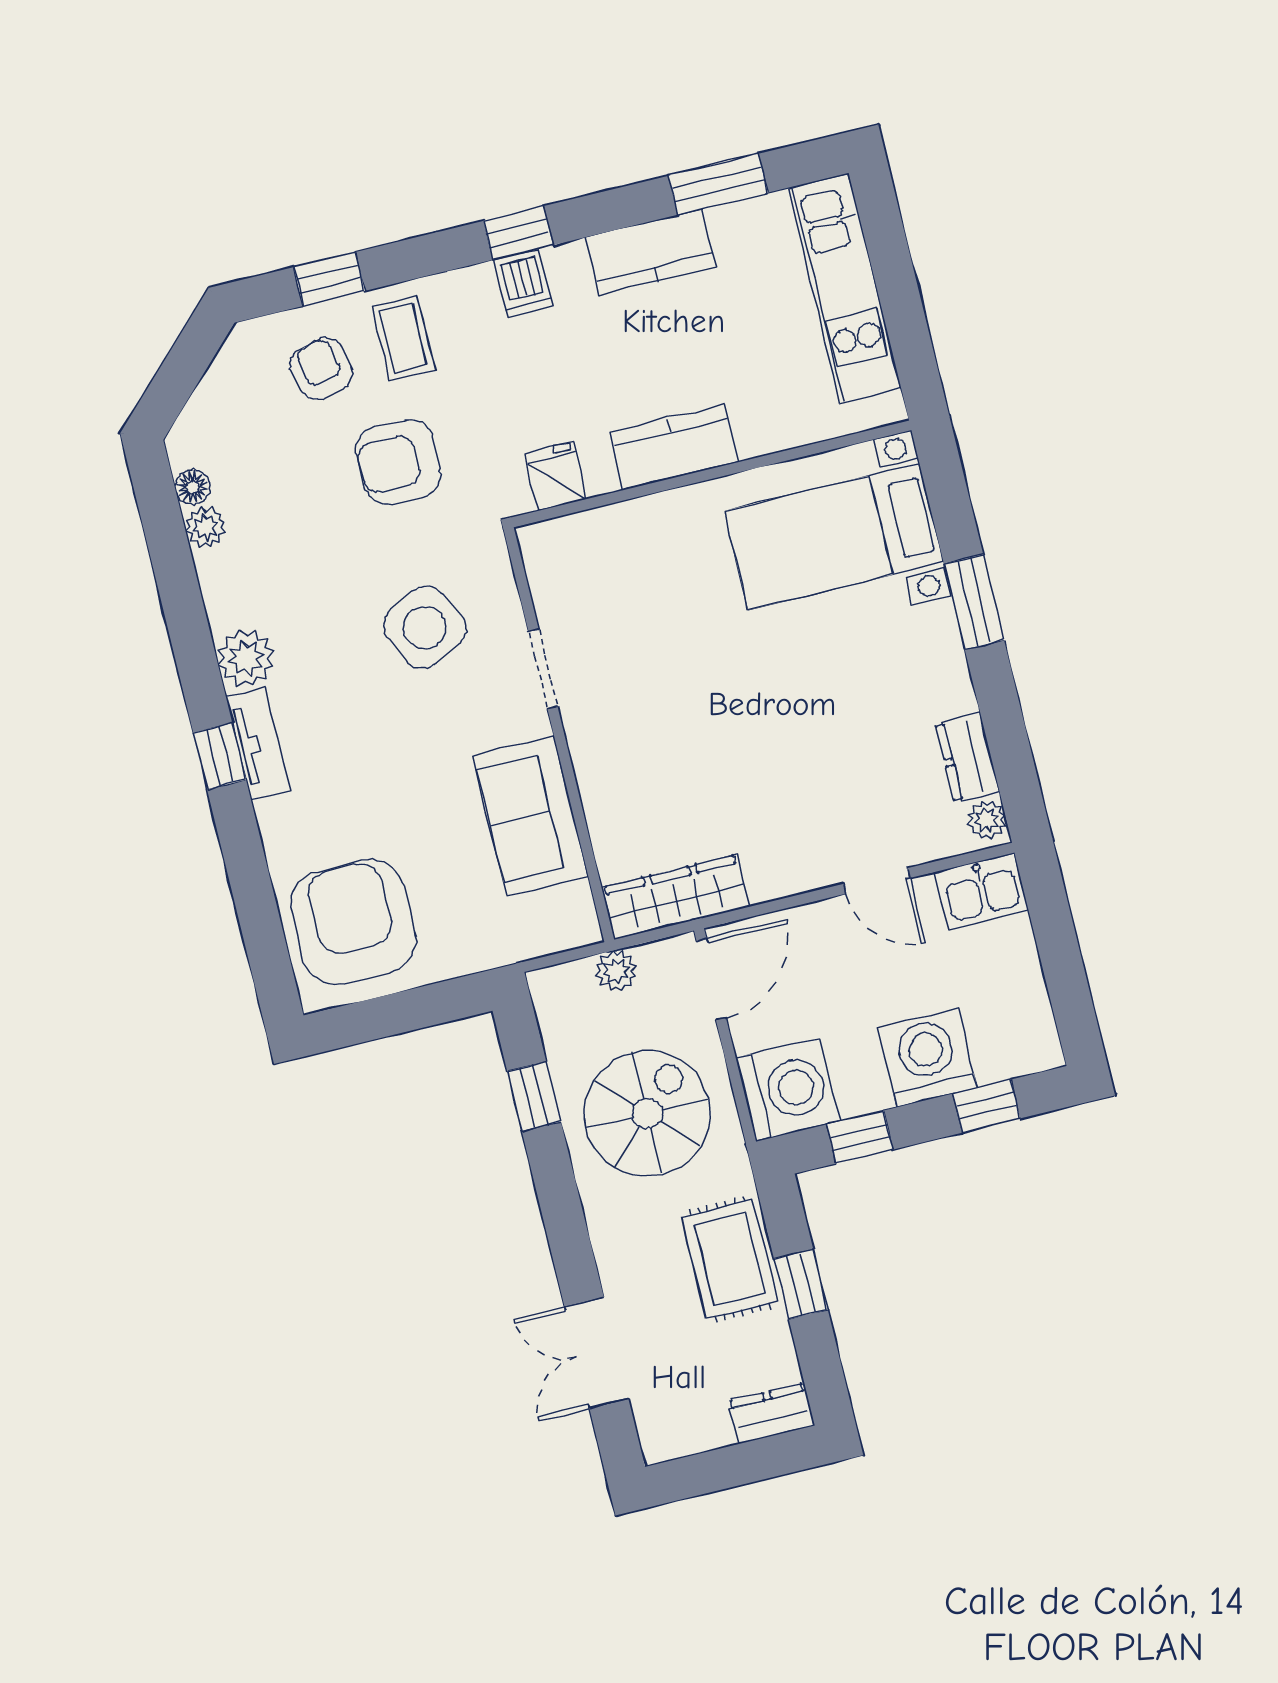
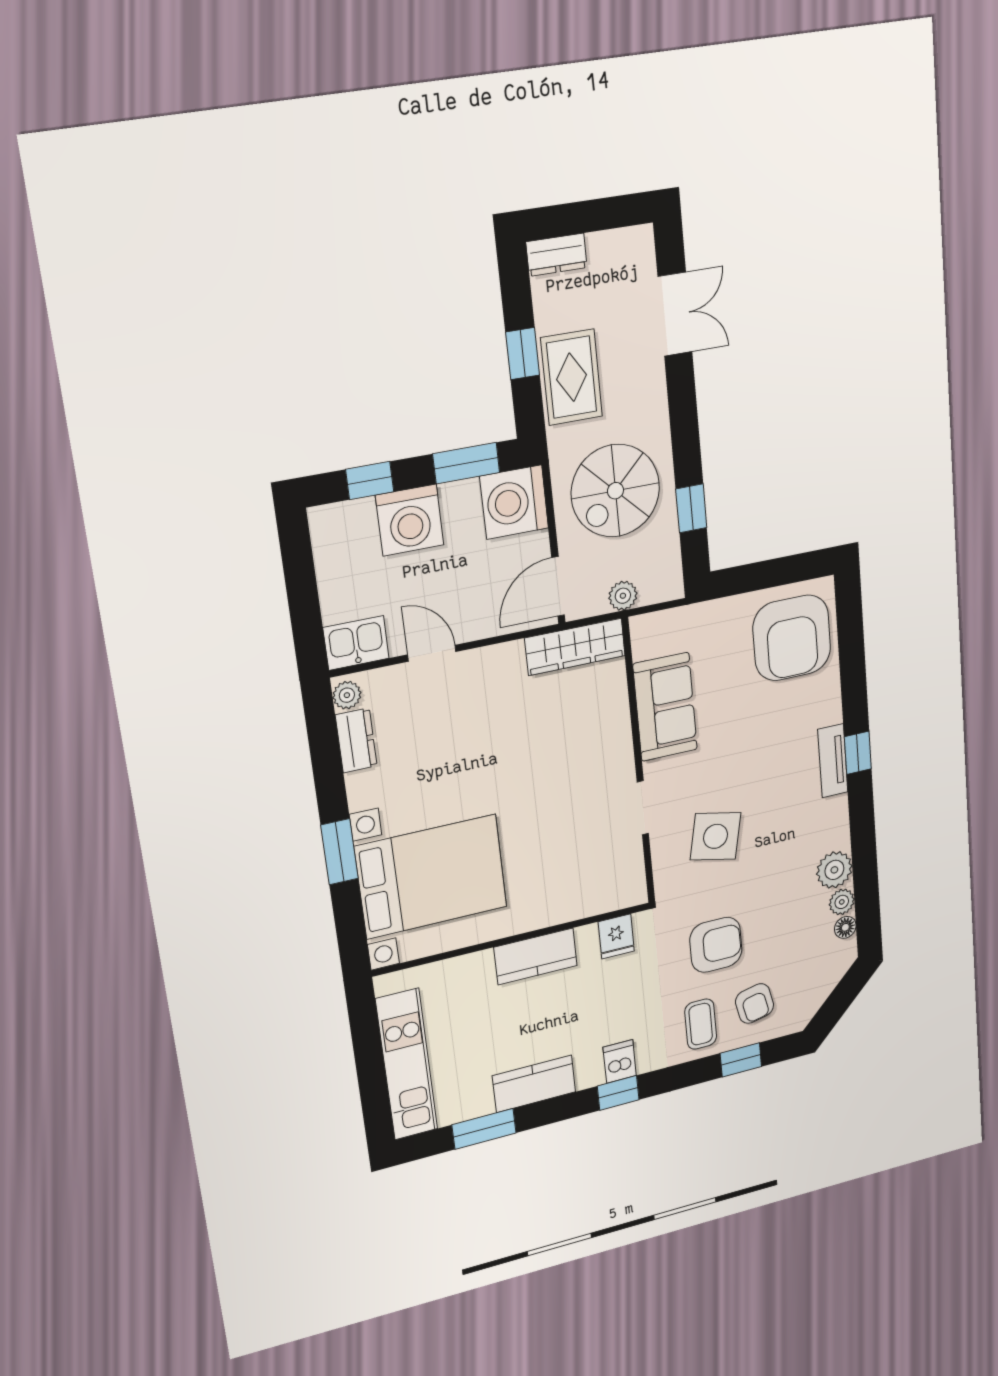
bed with nightstands: (834, 537) -> (431, 877), width x1.36
side table: (425, 627) -> (716, 836), turned 38
plant: (246, 658) -> (834, 870), moved
window: (860, 1137) -> (466, 463), width x1.50

